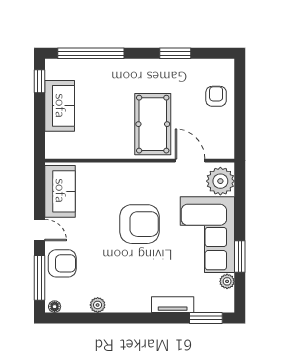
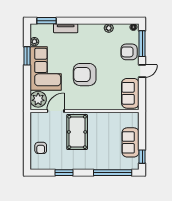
door: (190, 161) -> (56, 111), swing flipped
door: (40, 230) -> (142, 71), swing flipped

